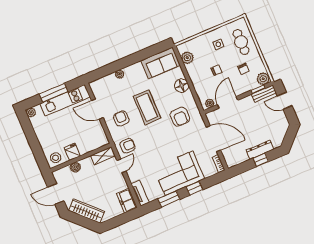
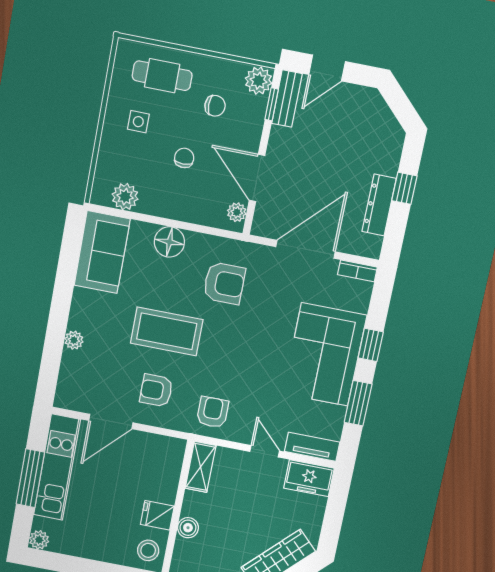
dresser: (260, 150) -> (379, 205), moved
door: (121, 166) -> (265, 451), moved

